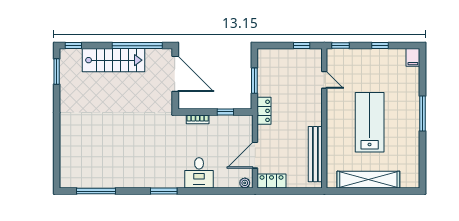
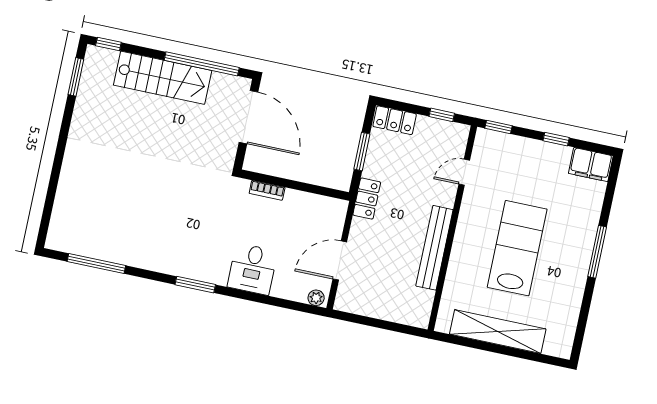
filing cabinet: (413, 57) -> (591, 165), width x2.00
door: (324, 80) -> (464, 172), swing flipped
window: (225, 112) -> (310, 188), removed
bench: (315, 154) -> (434, 248), moved
locker: (271, 181) -> (395, 120), moved, turned 180

